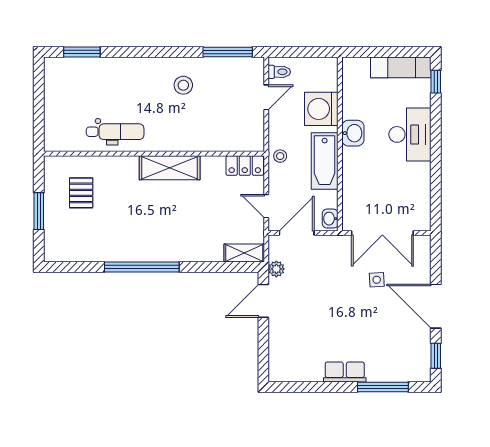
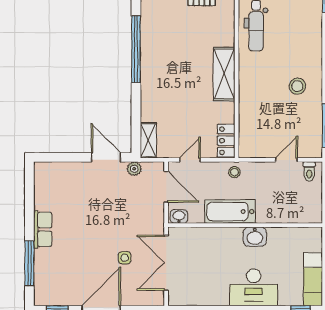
door: (266, 97) -> (286, 160), swing flipped
washing machine: (321, 109) -> (276, 209), removed

